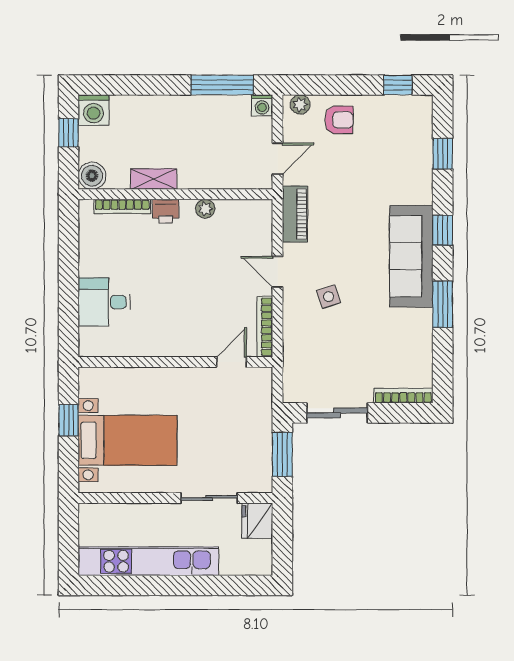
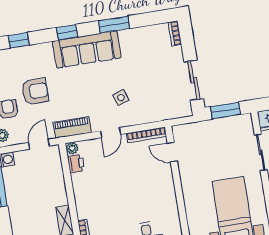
door: (277, 159) -> (39, 144), hinge flipped
armchair: (360, 166) -> (35, 91), added
plant: (205, 209) -> (72, 148), moved
printer: (166, 211) -> (76, 164), moved
bookcase: (403, 396) -> (175, 33), width x0.64

